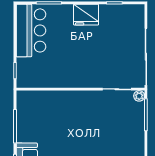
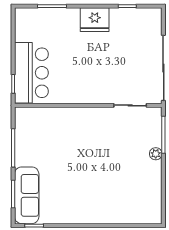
bar counter: (31, 30) -> (31, 73), moved
plant: (139, 96) -> (156, 154), moved

